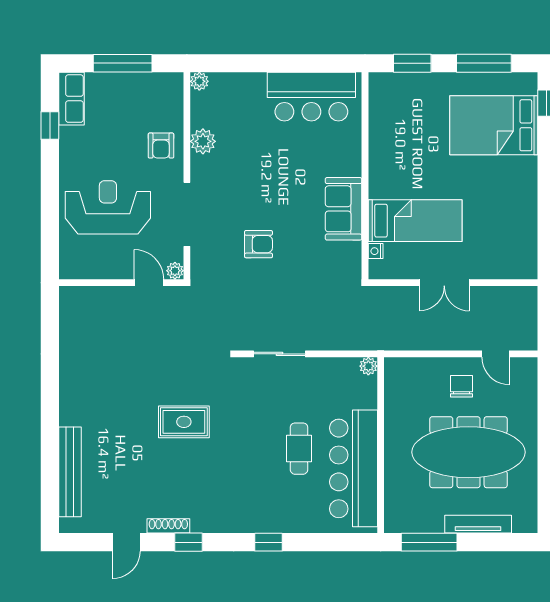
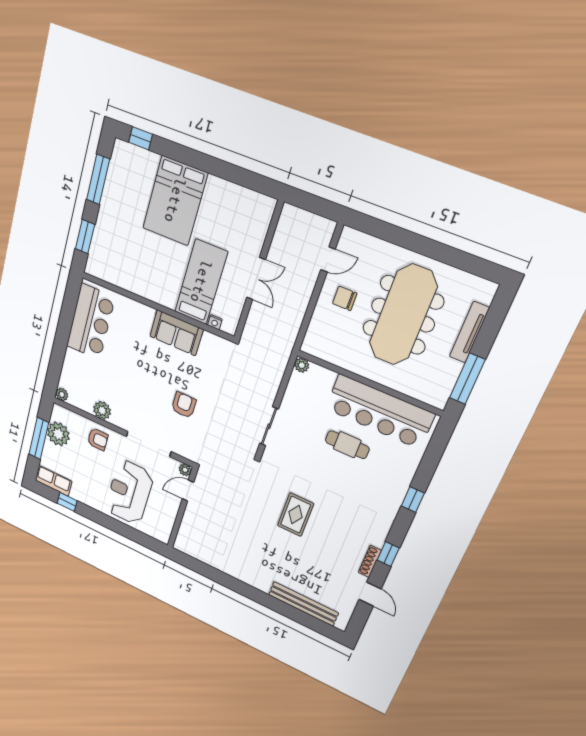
plant: (142, 89) -> (58, 434), added
bed: (494, 125) -> (175, 201), moved

